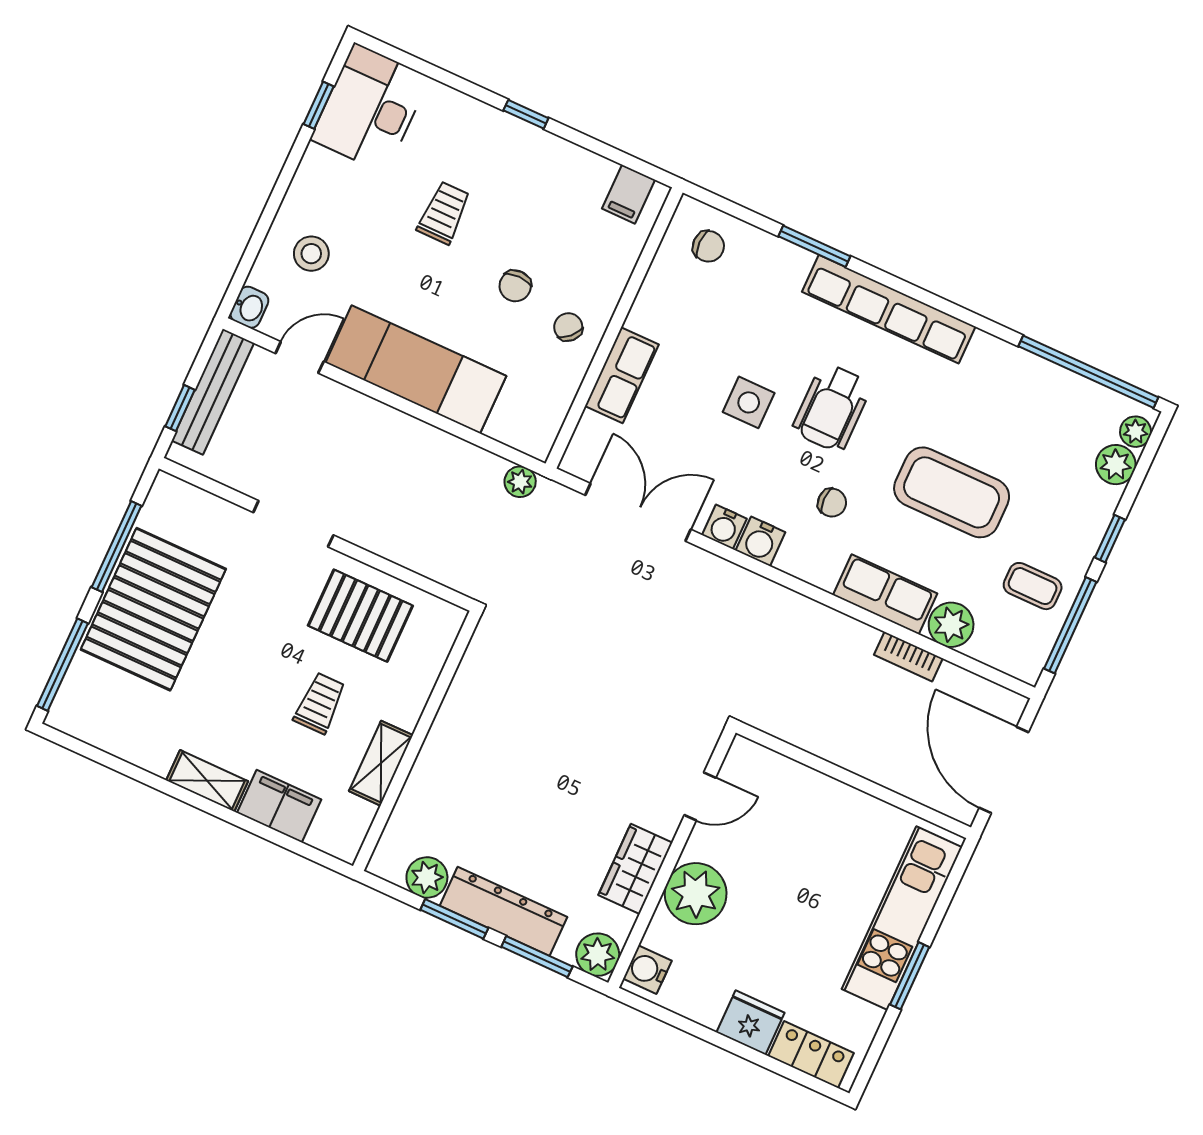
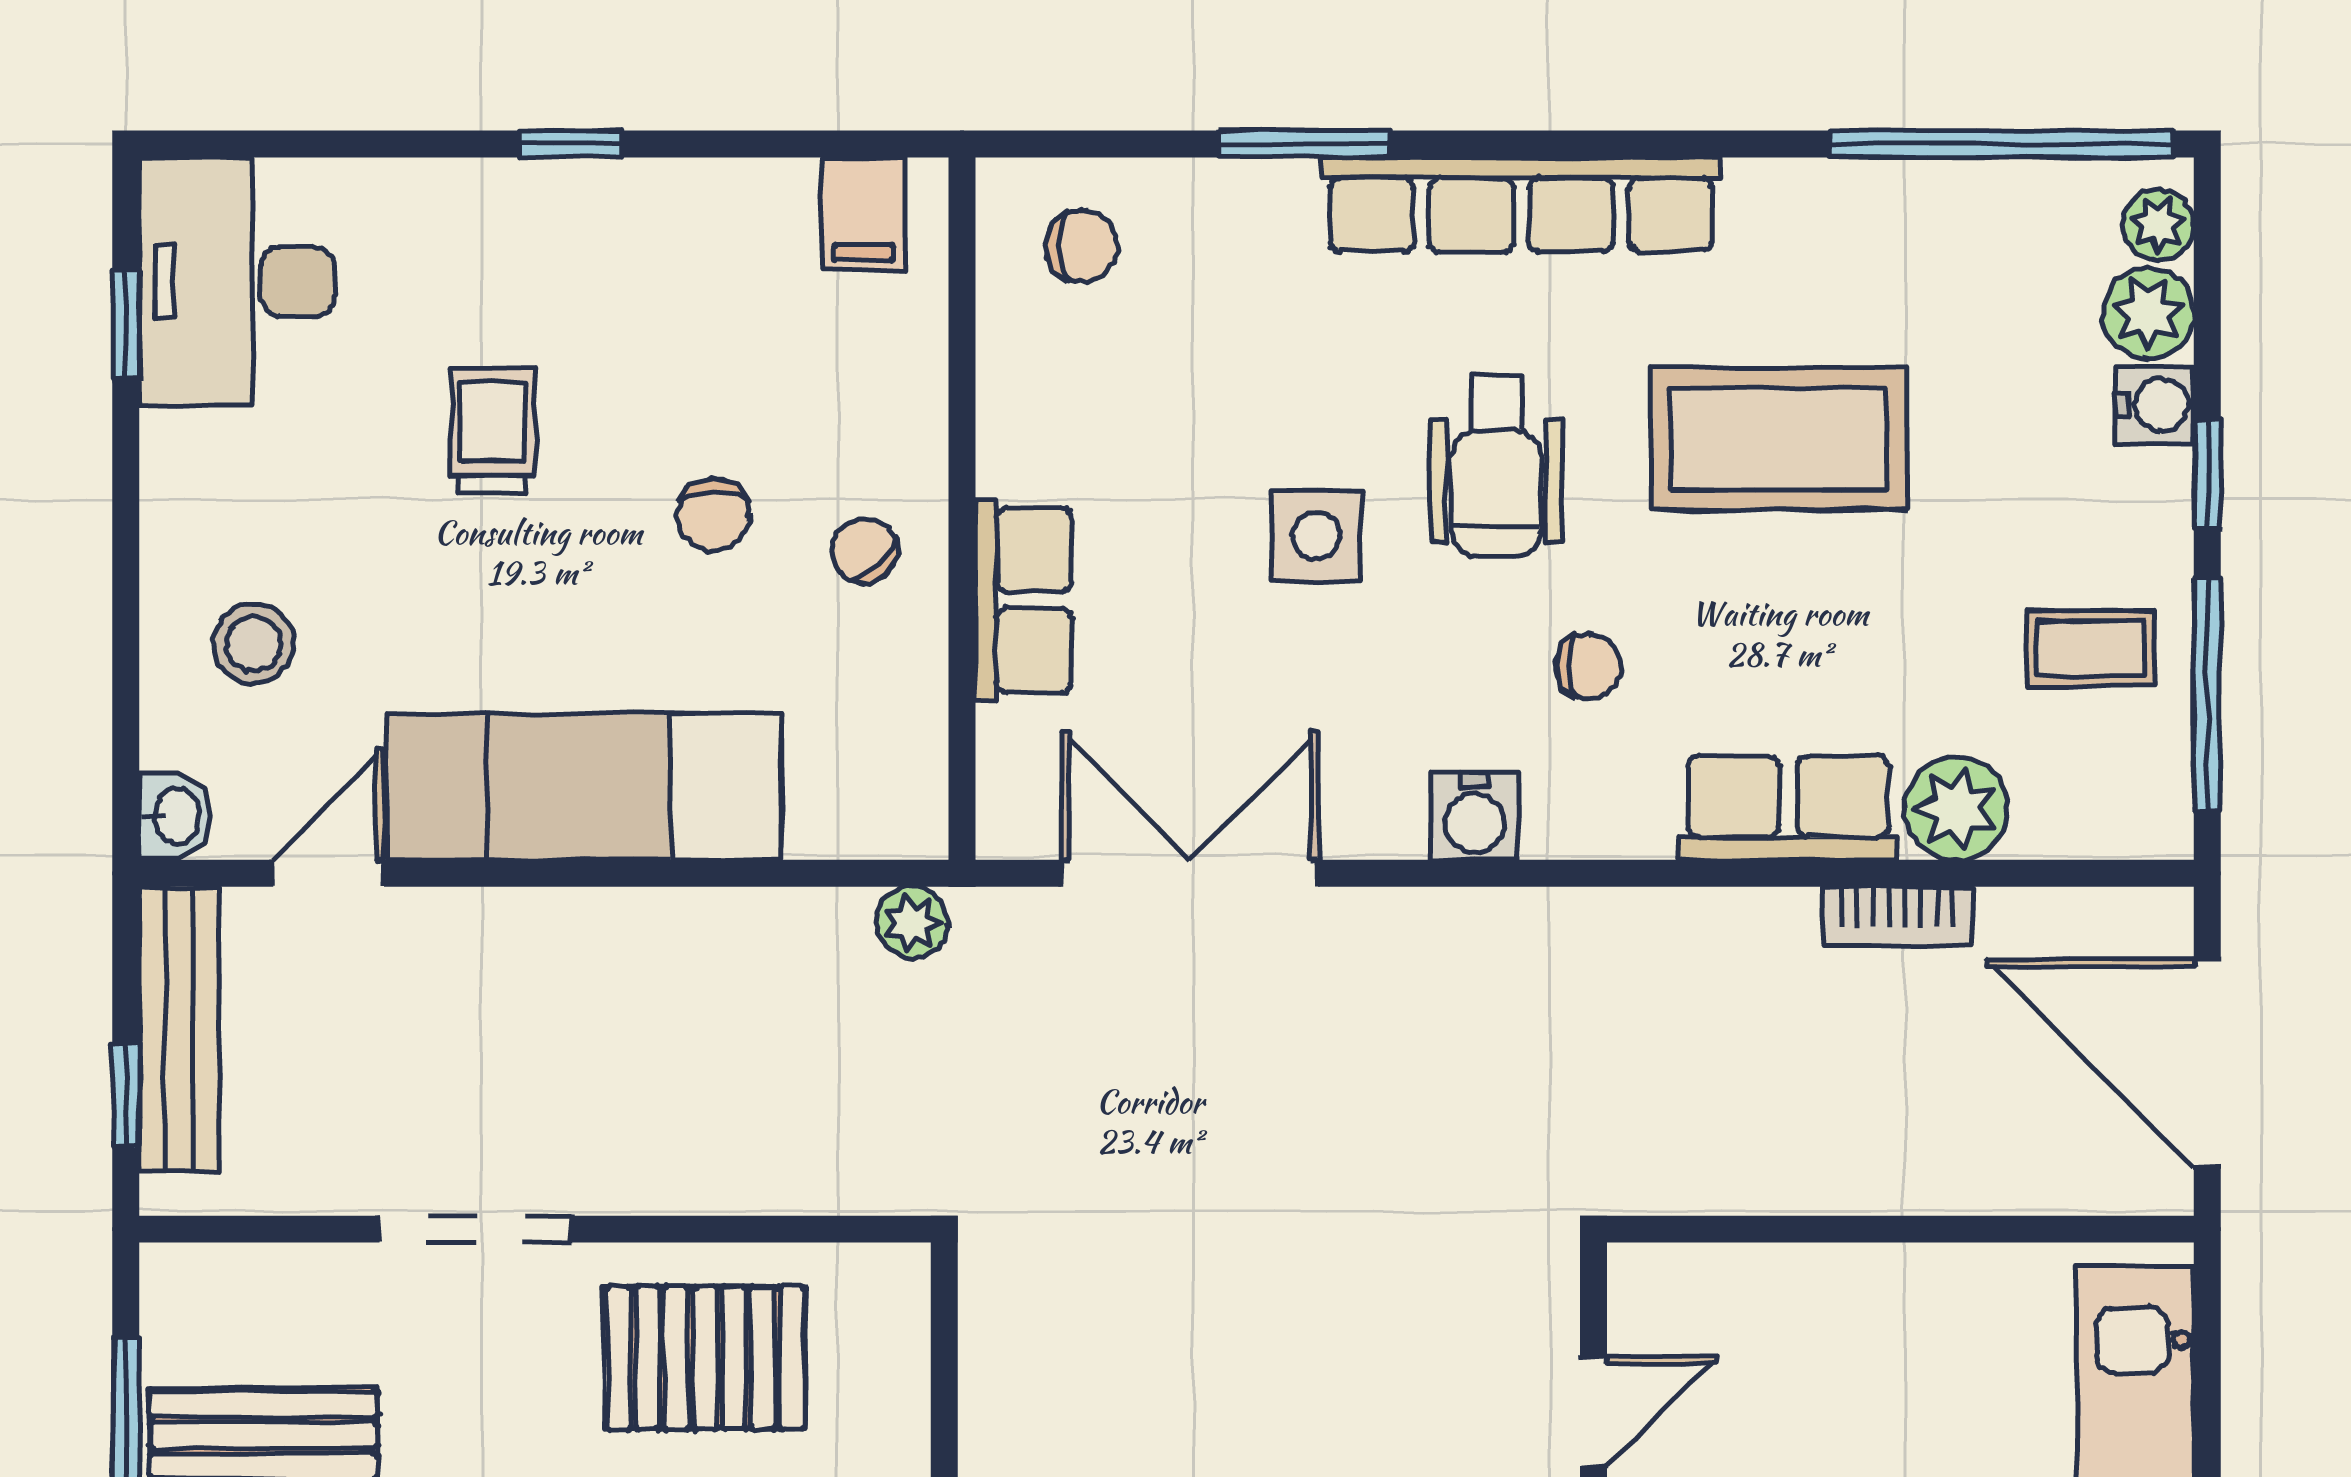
coffee table: (952, 492) -> (1779, 439), moved
water cooler: (724, 527) -> (2155, 405), moved, turned -90

